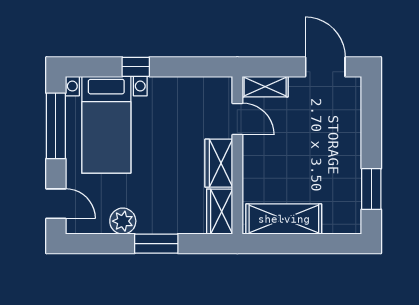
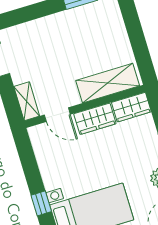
door: (237, 119) -> (57, 115), swing flipped
shelving: (284, 219) -> (108, 83), moved, turned 90

